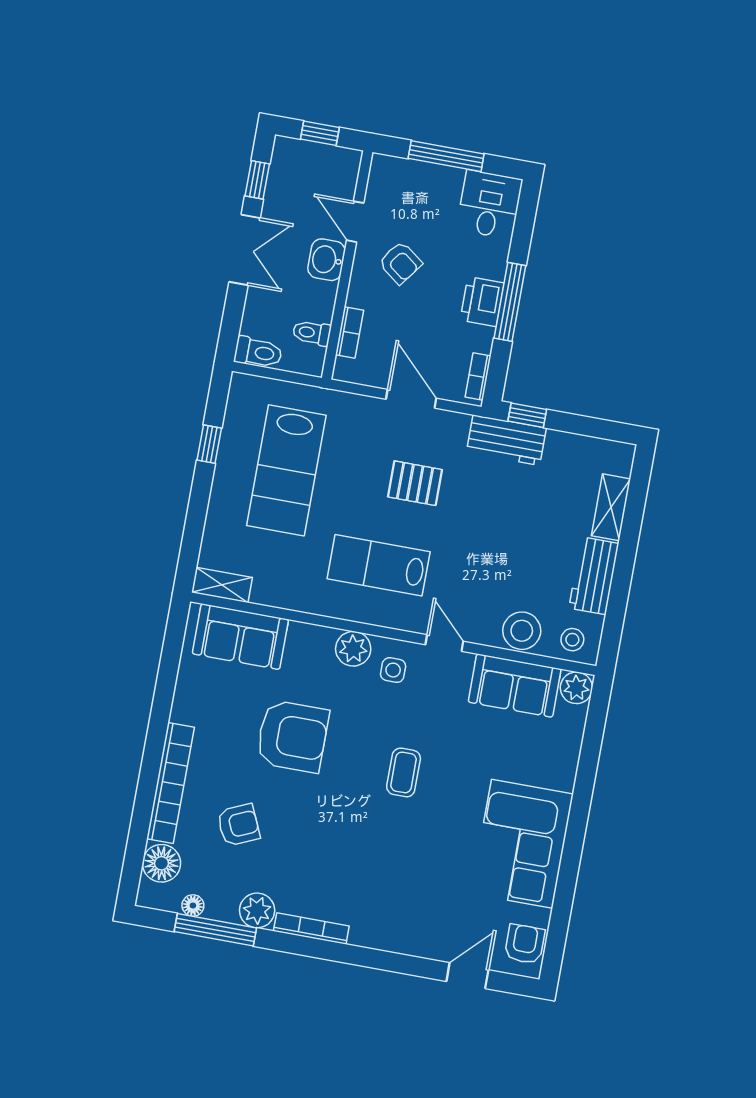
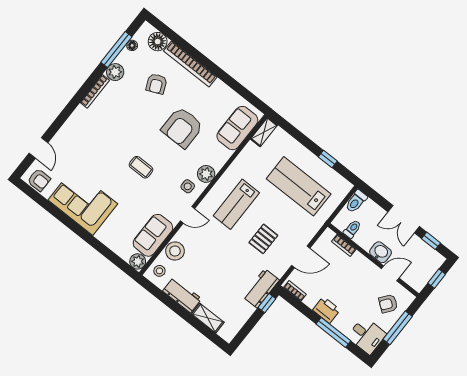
armchair: (400, 263) -> (388, 304), moved
window: (510, 302) -> (333, 332), moved
lab bench: (379, 565) -> (236, 204), turned 180

